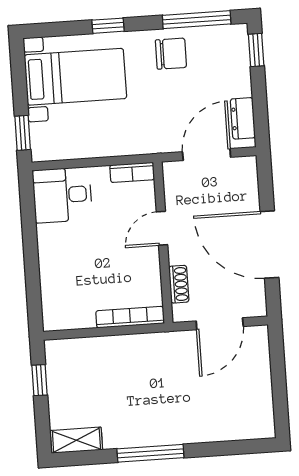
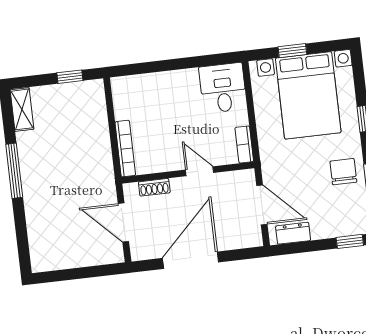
chair: (171, 54) -> (343, 172), turned 180
bed with nightstands: (75, 77) -> (308, 95), width x1.36
window: (23, 133) -> (292, 51), moved

